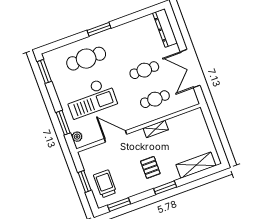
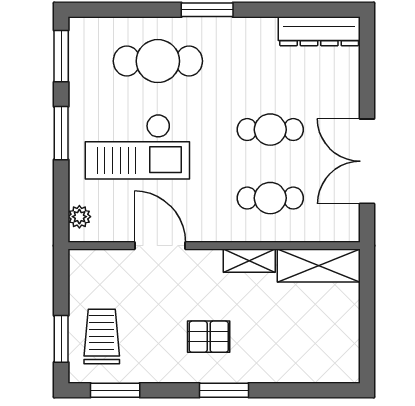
dresser: (165, 28) -> (319, 31), moved, turned -90
window: (63, 123) -> (61, 133), moved
shelving: (196, 165) -> (319, 265), moved
pallet: (150, 167) -> (209, 337), turned 90
window: (85, 181) -> (61, 339), moved

